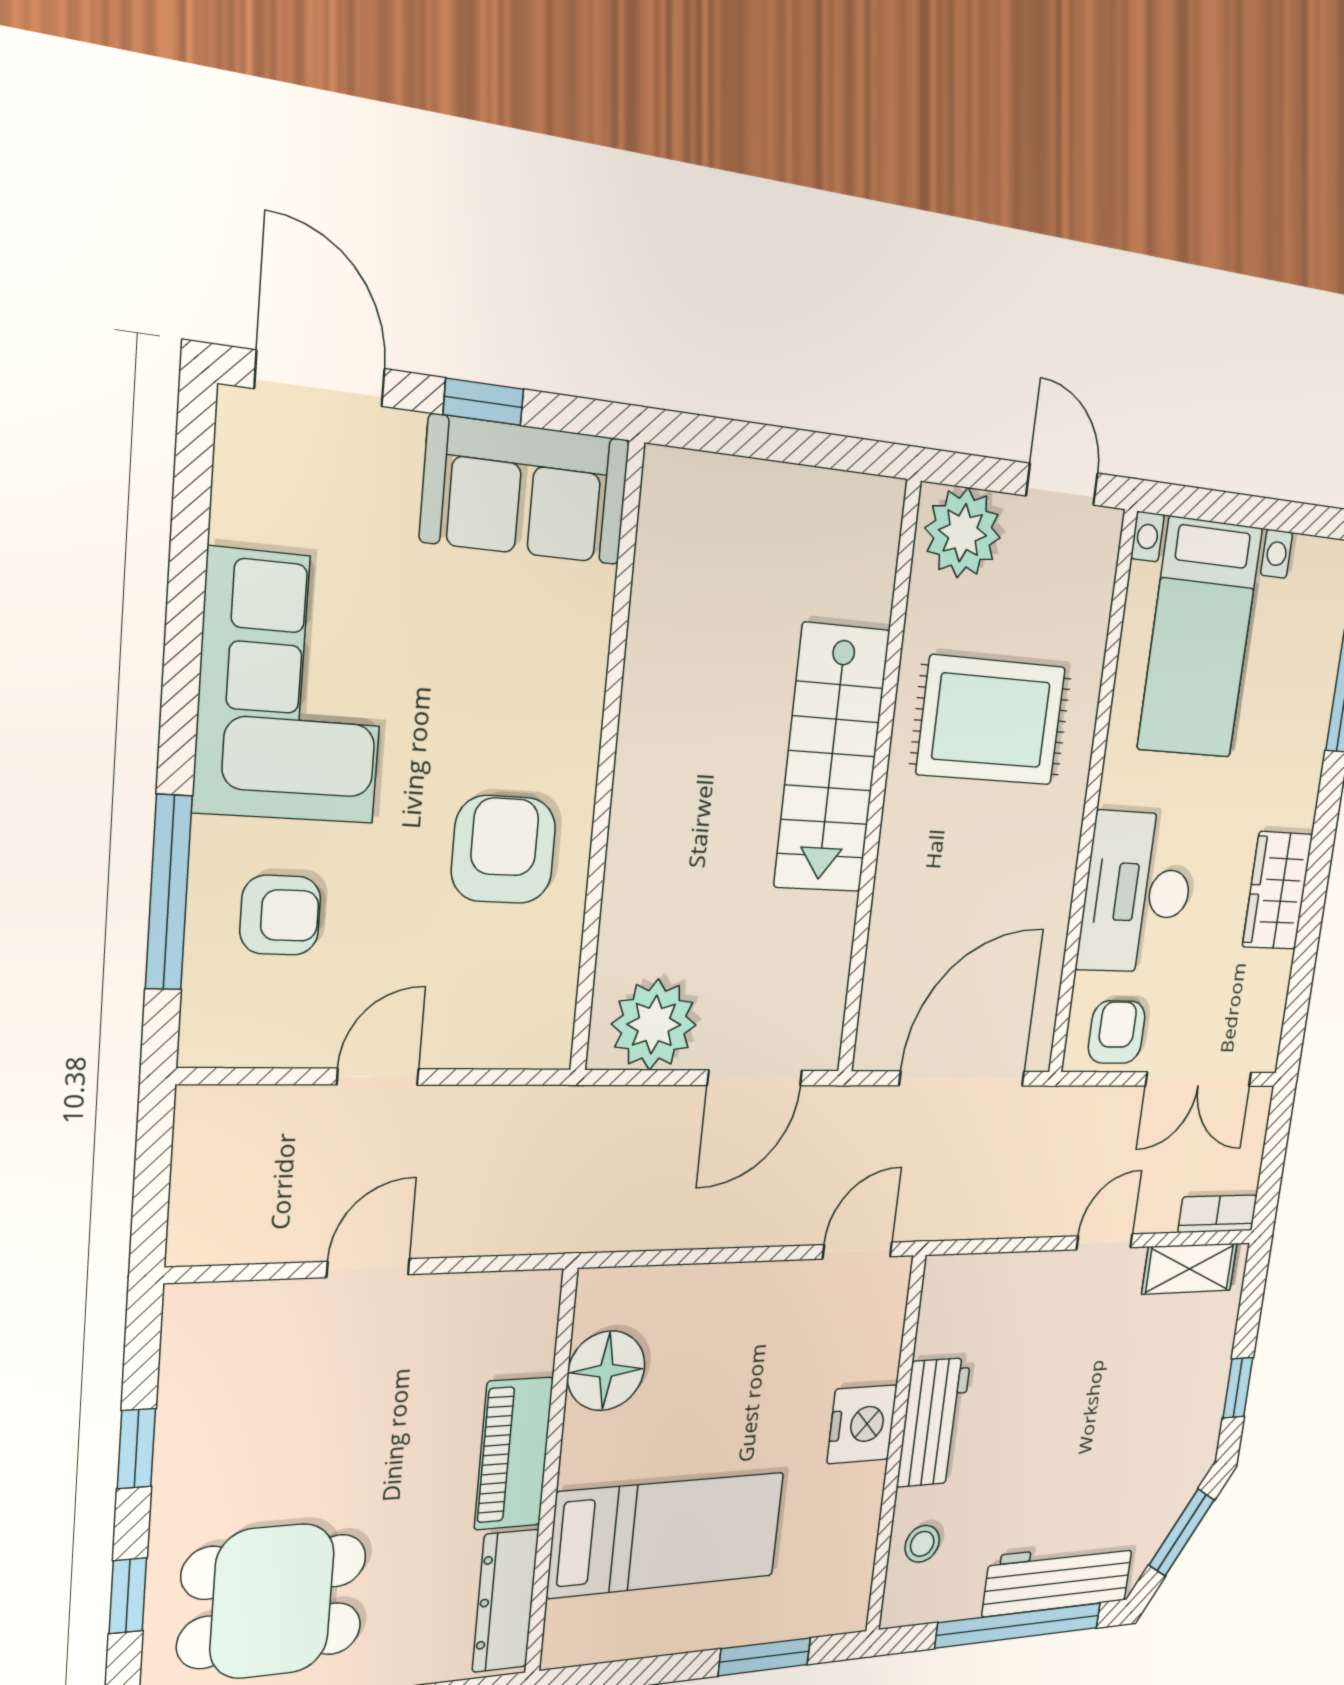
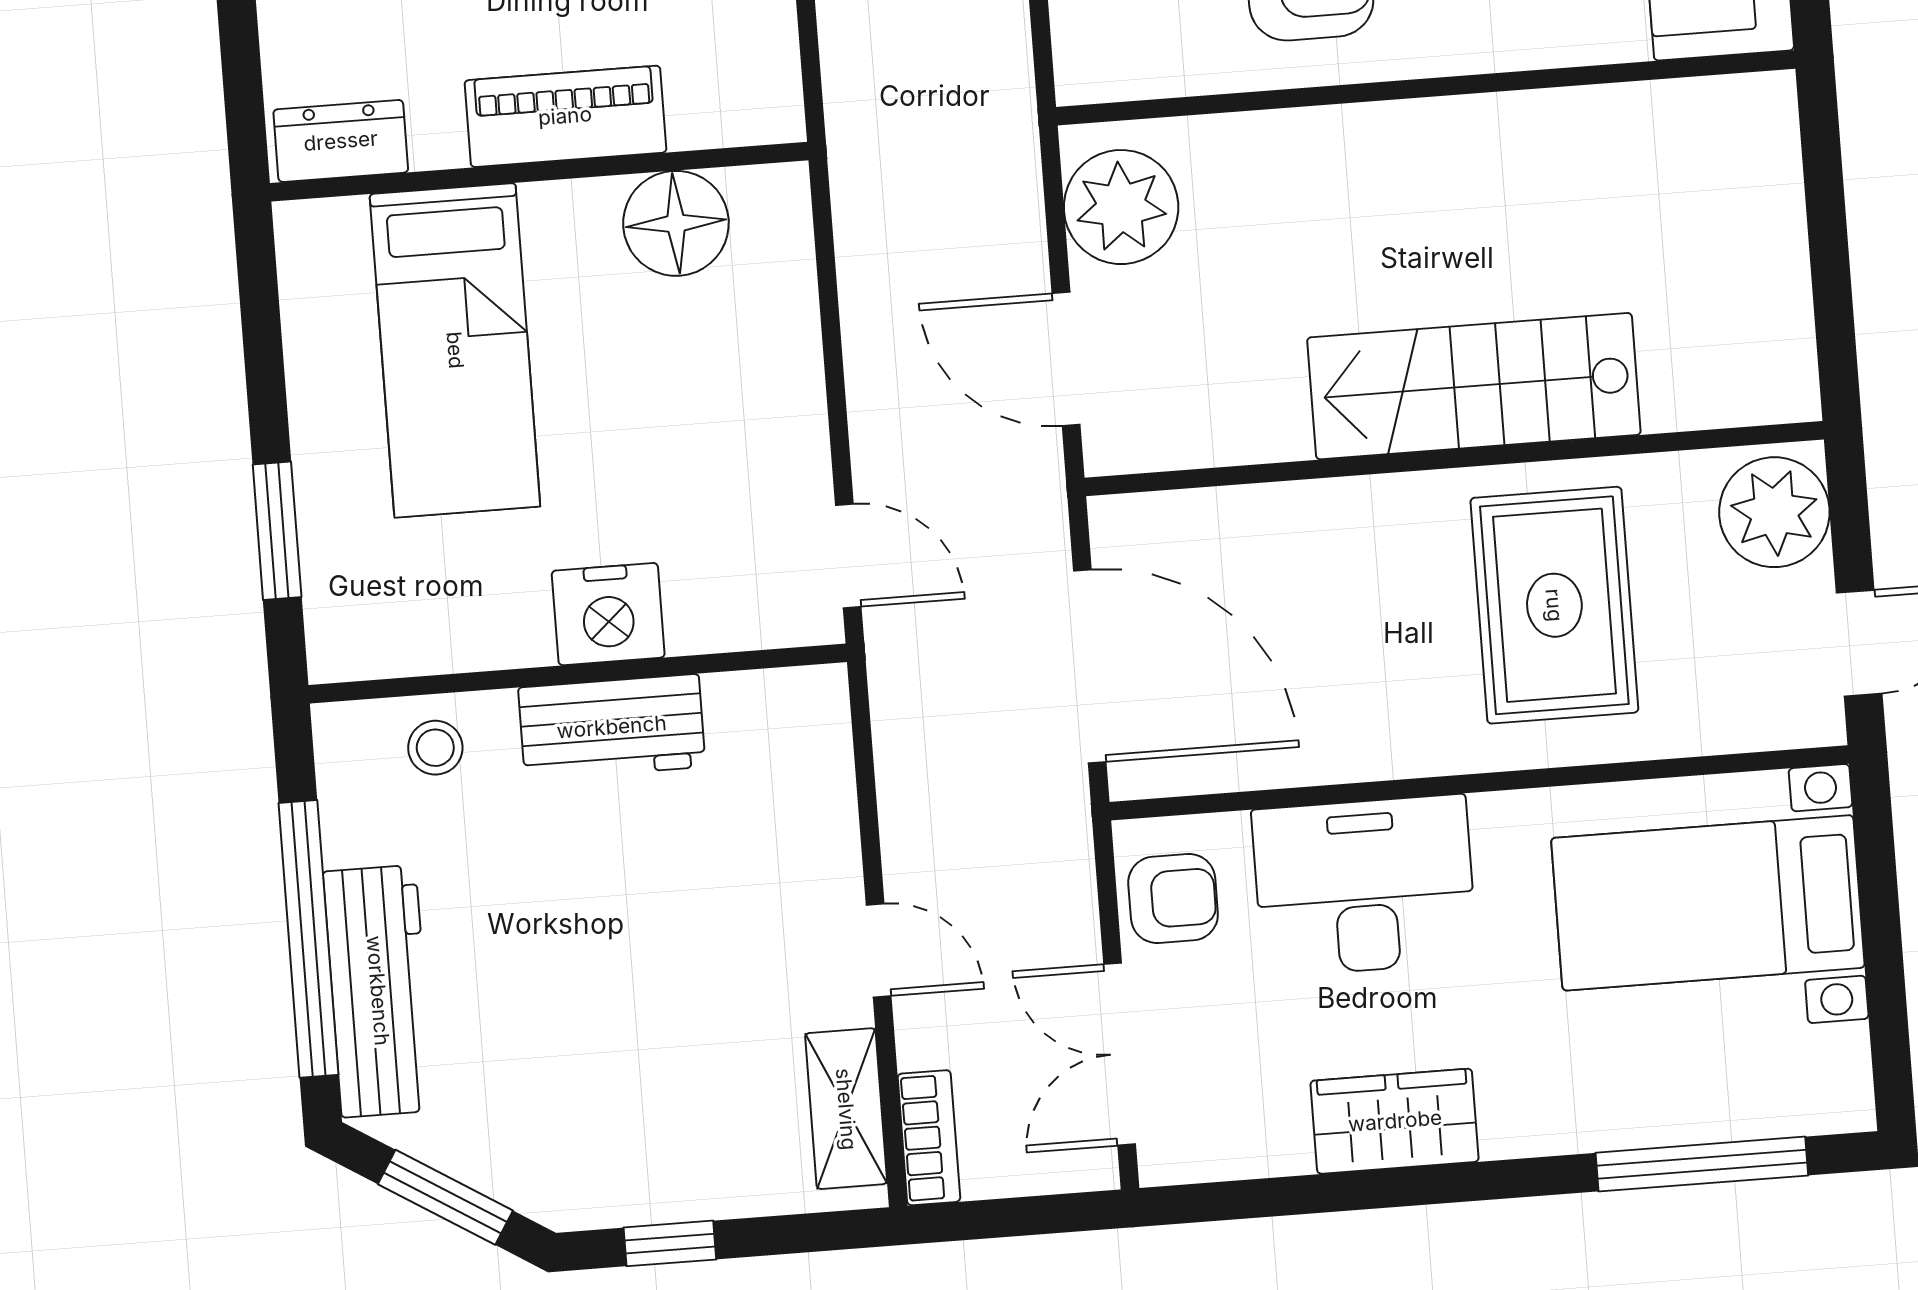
dresser: (506, 1601) -> (341, 141), width x0.70

